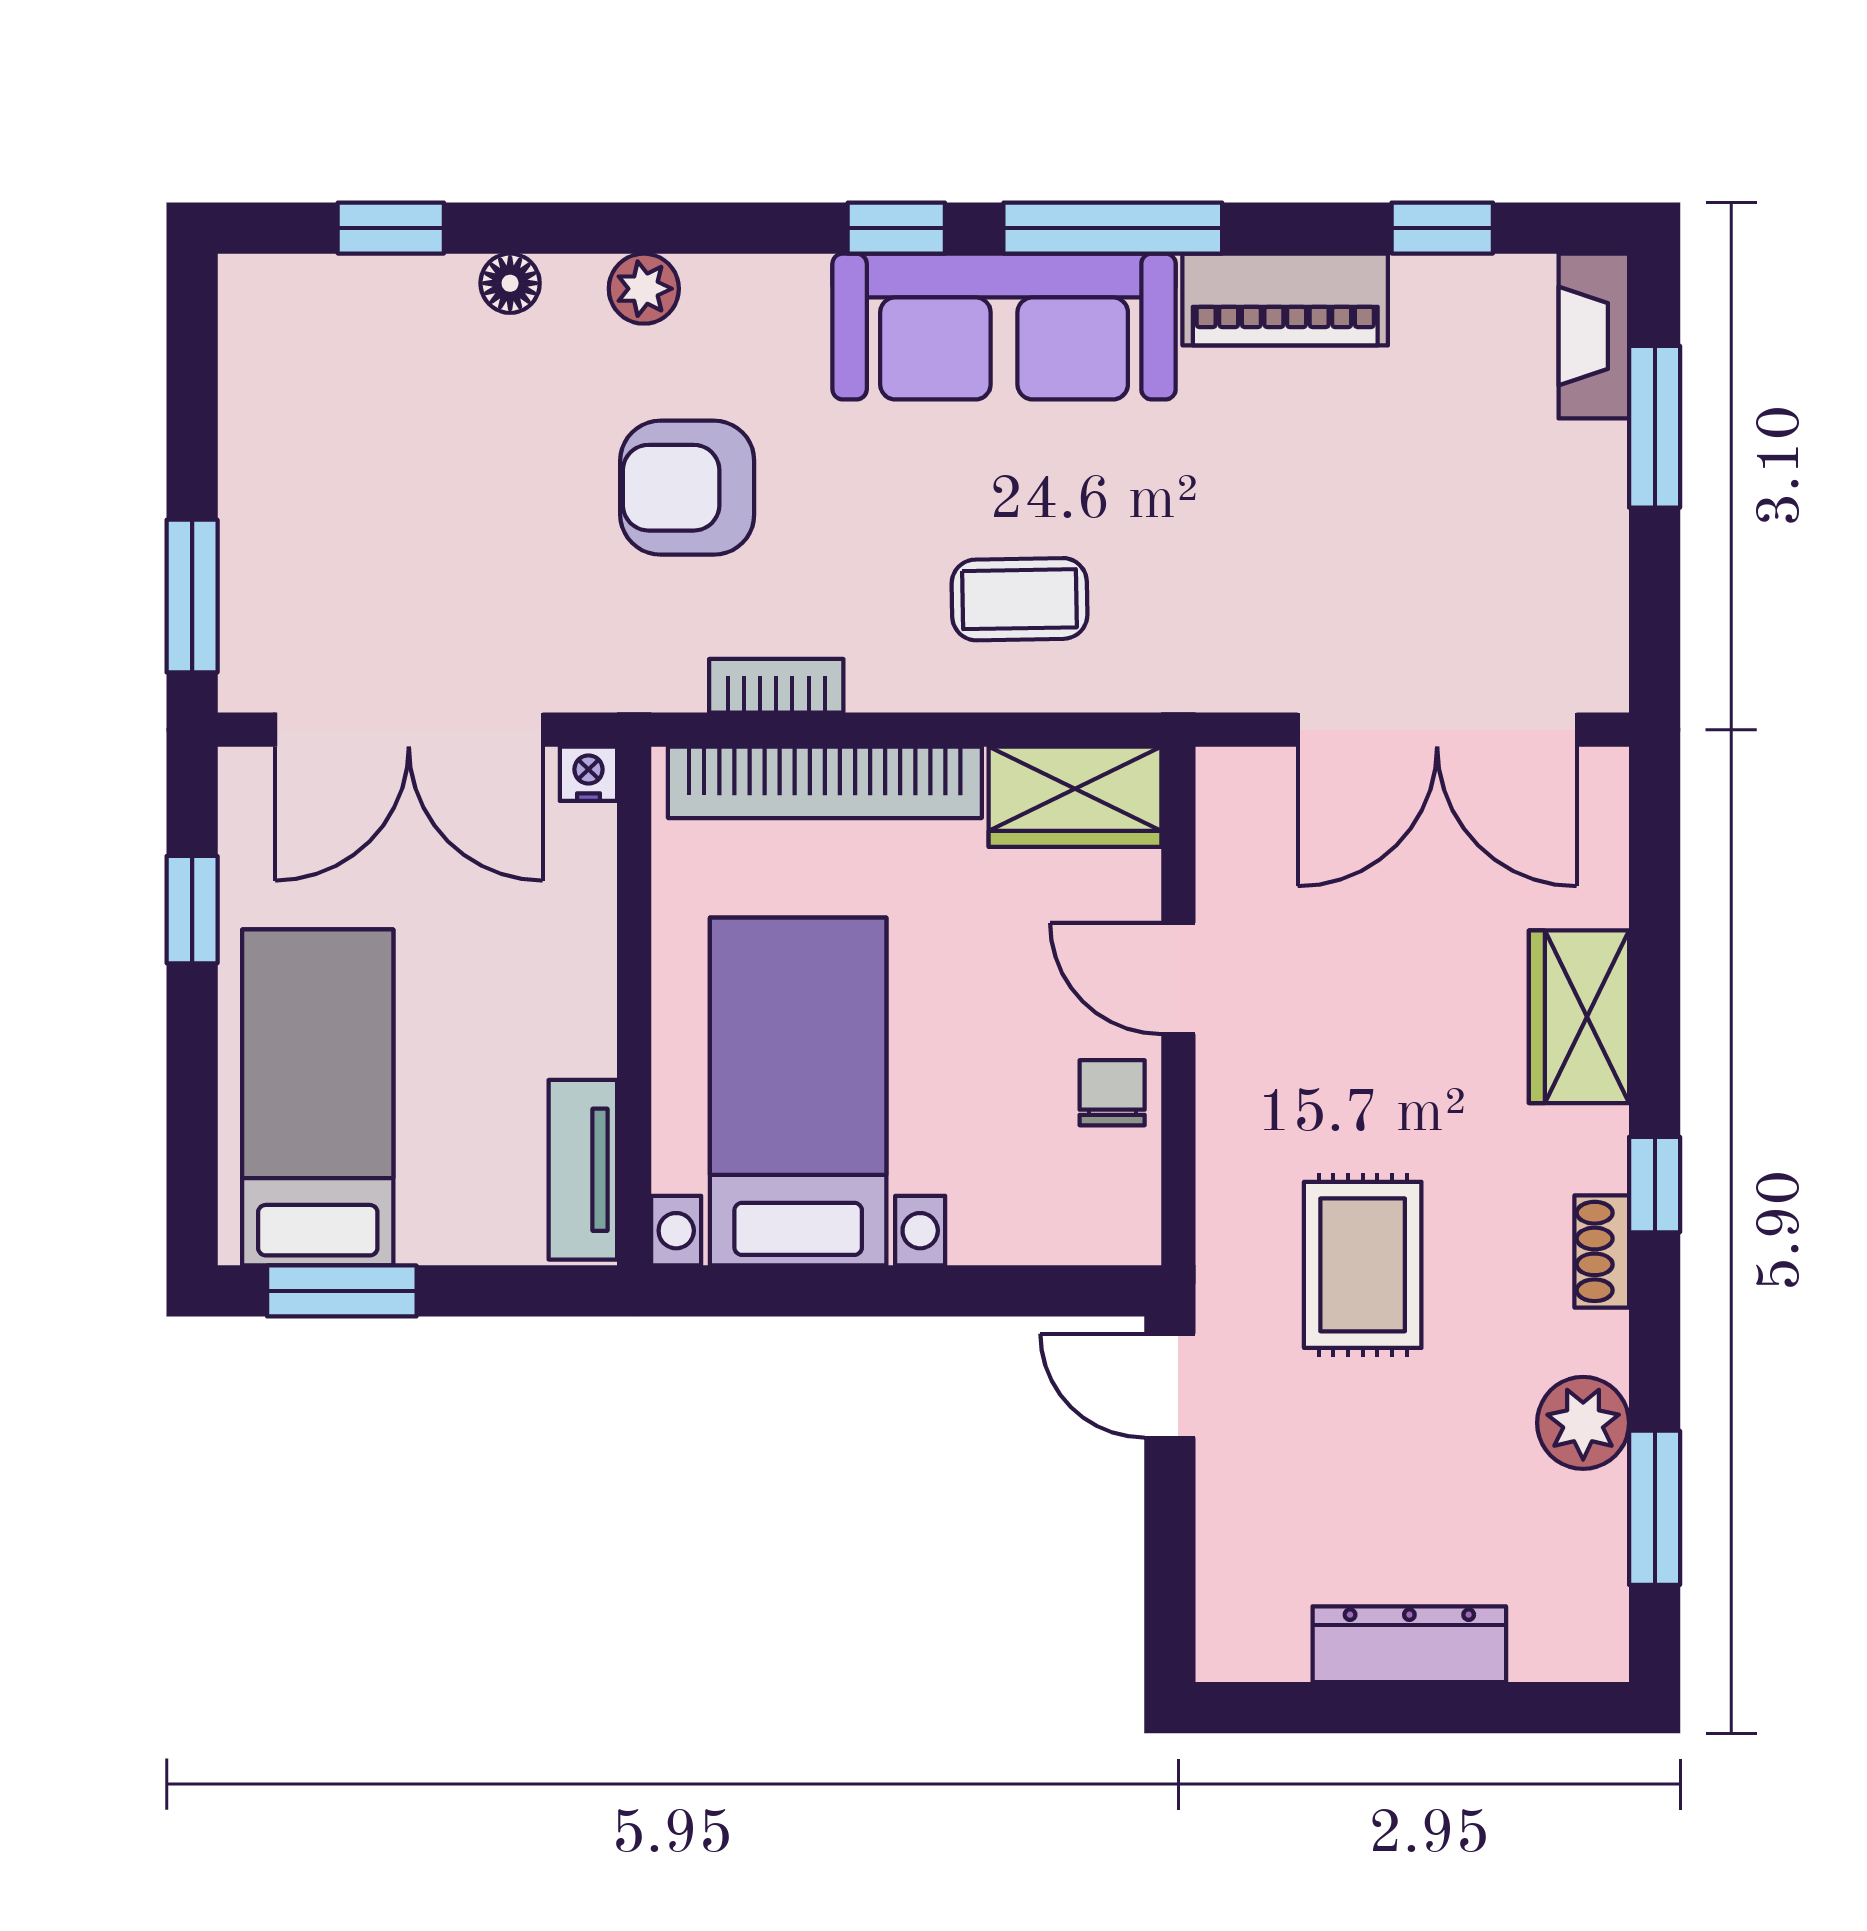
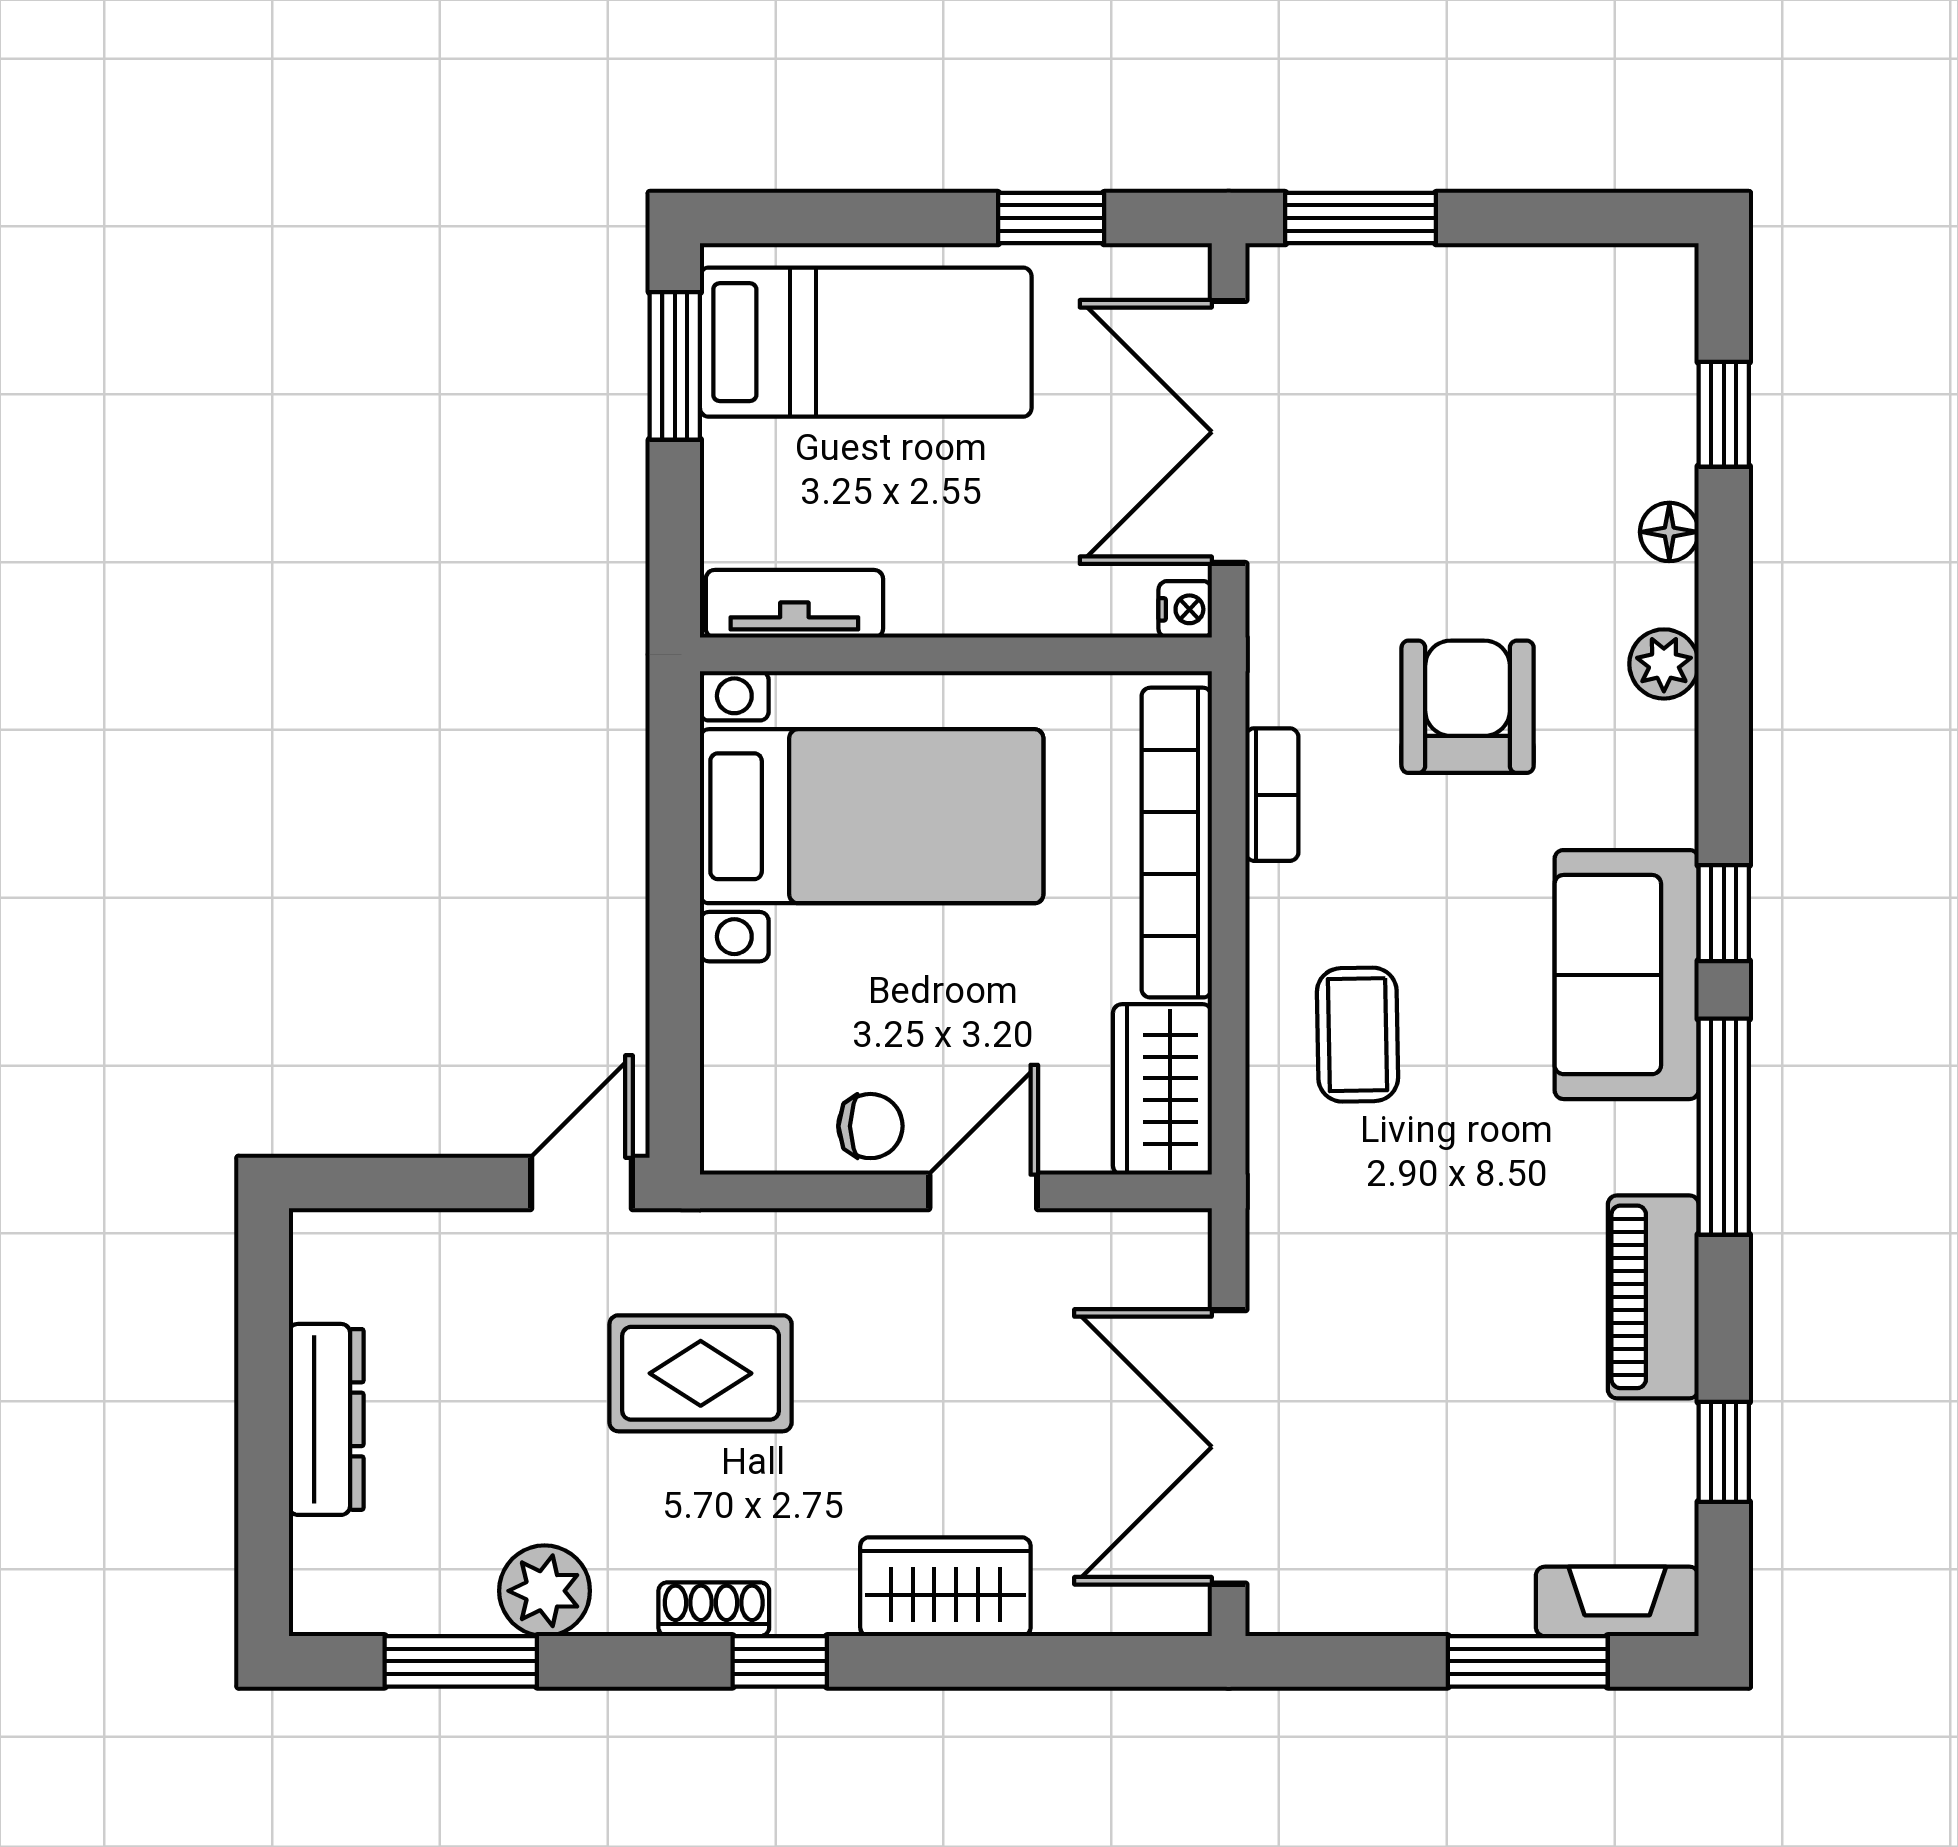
sofa: (1004, 327) -> (1627, 975), width x0.73

